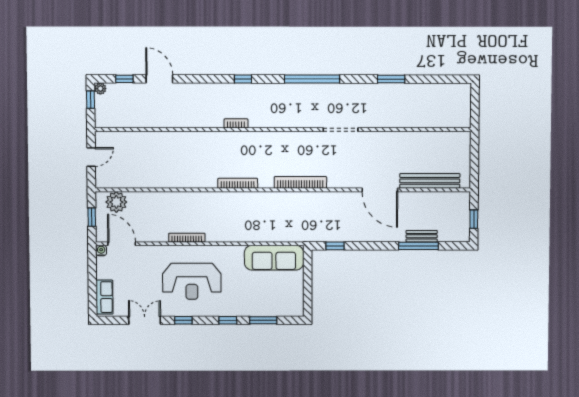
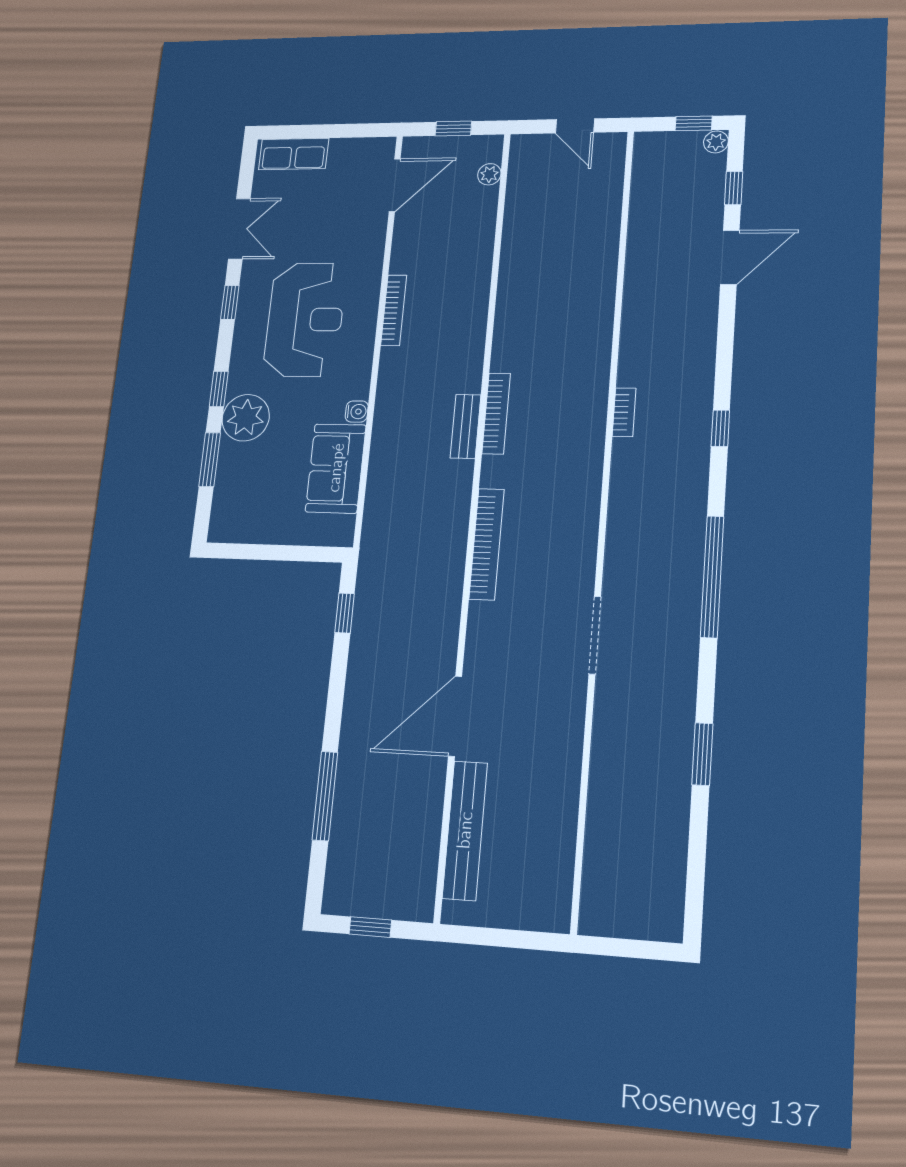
plant: (116, 202) -> (489, 174), width x0.53, depth x0.53
bench: (422, 236) -> (466, 426), moved
water cooler: (101, 251) -> (357, 412), moved
sofa: (274, 258) -> (336, 468), width x0.73
reception desk: (192, 281) -> (305, 319), turned 180
plant: (242, 305) -> (246, 418), added

